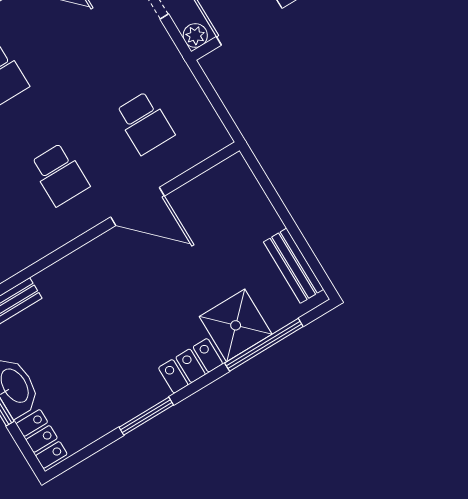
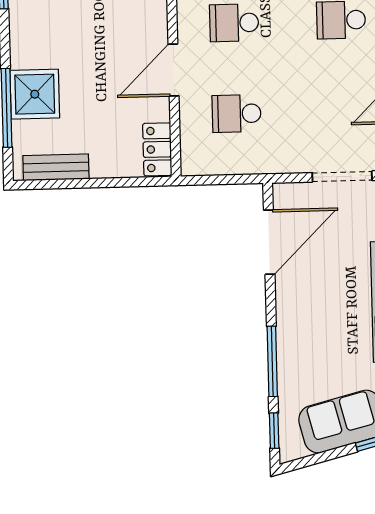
plant: (195, 36) -> (283, 193), removed
locker: (191, 366) -> (157, 149), moved, turned 180

